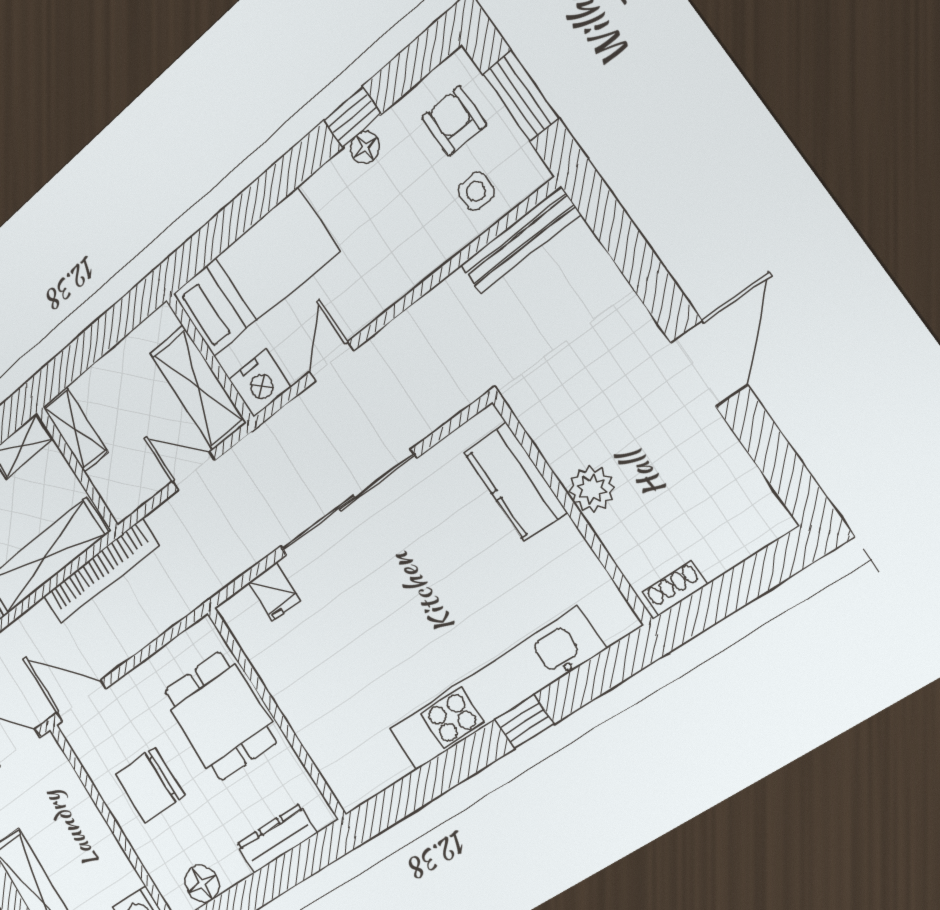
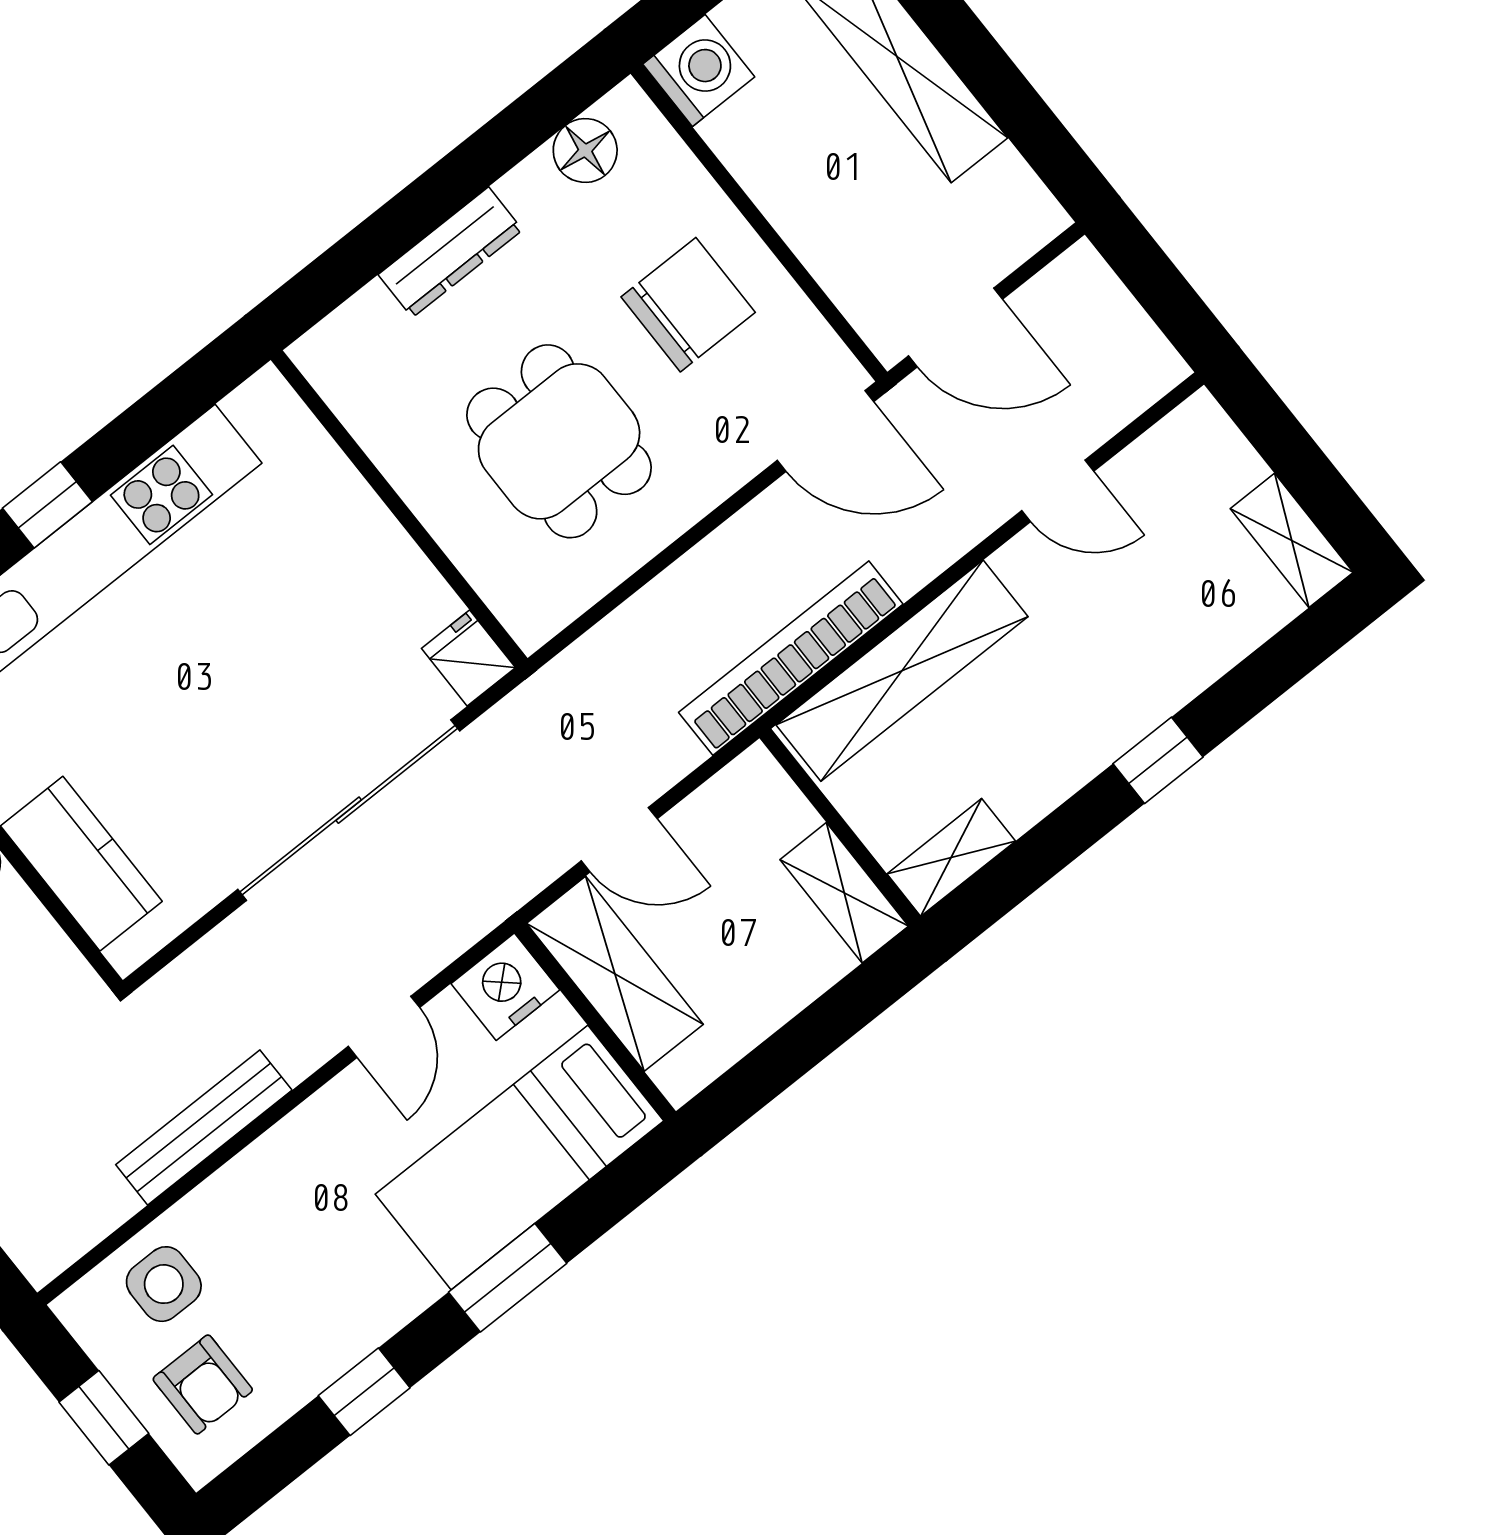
window: (521, 96) -> (104, 1418), width x0.67
floor lamp: (365, 148) -> (341, 1347), removed
side table: (476, 191) -> (164, 1284), width x1.37, depth x1.37
window: (264, 195) -> (508, 1278), added
bench: (520, 240) -> (204, 1127), moved
wall: (276, 713) -> (399, 509), moved

